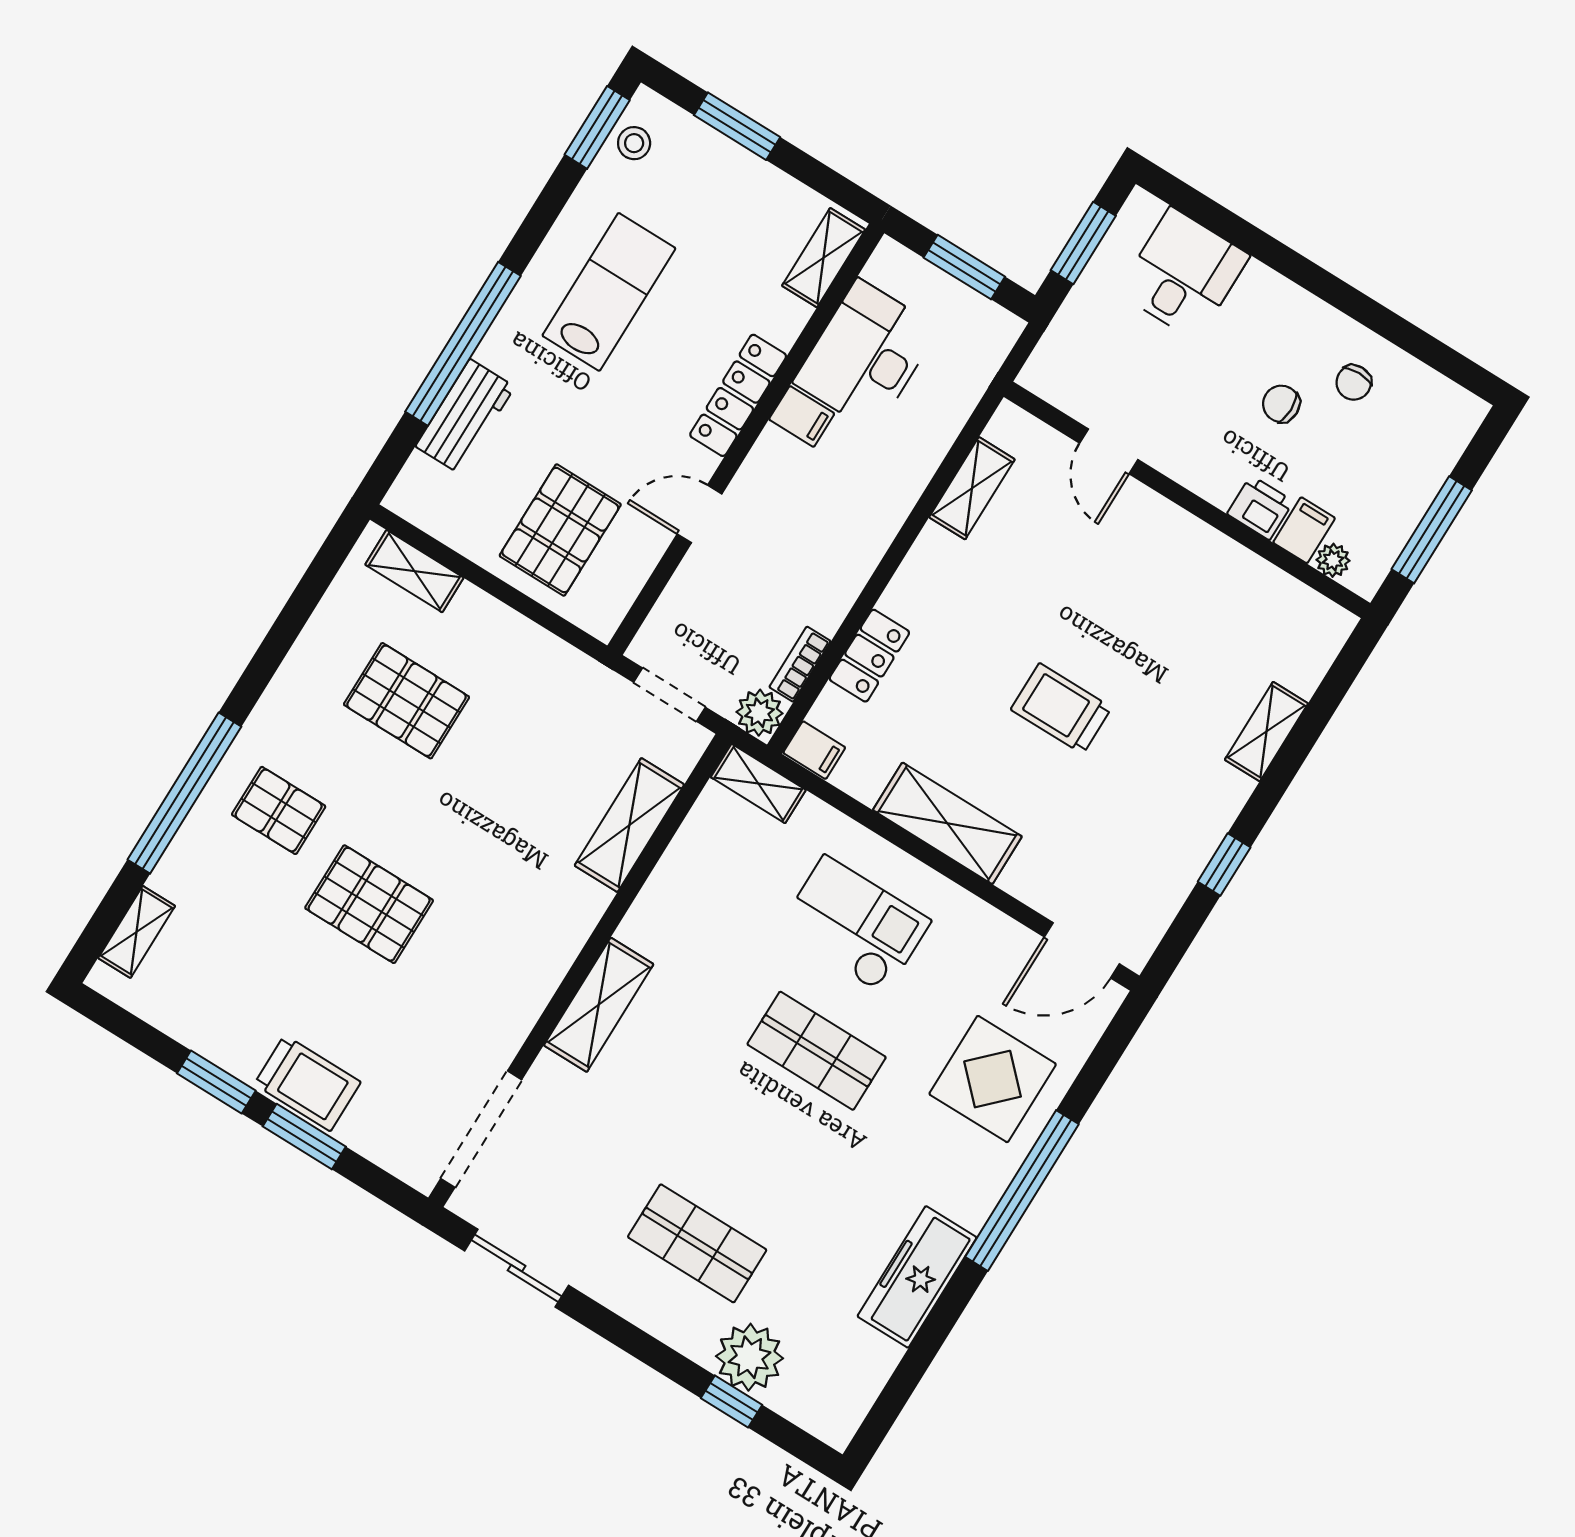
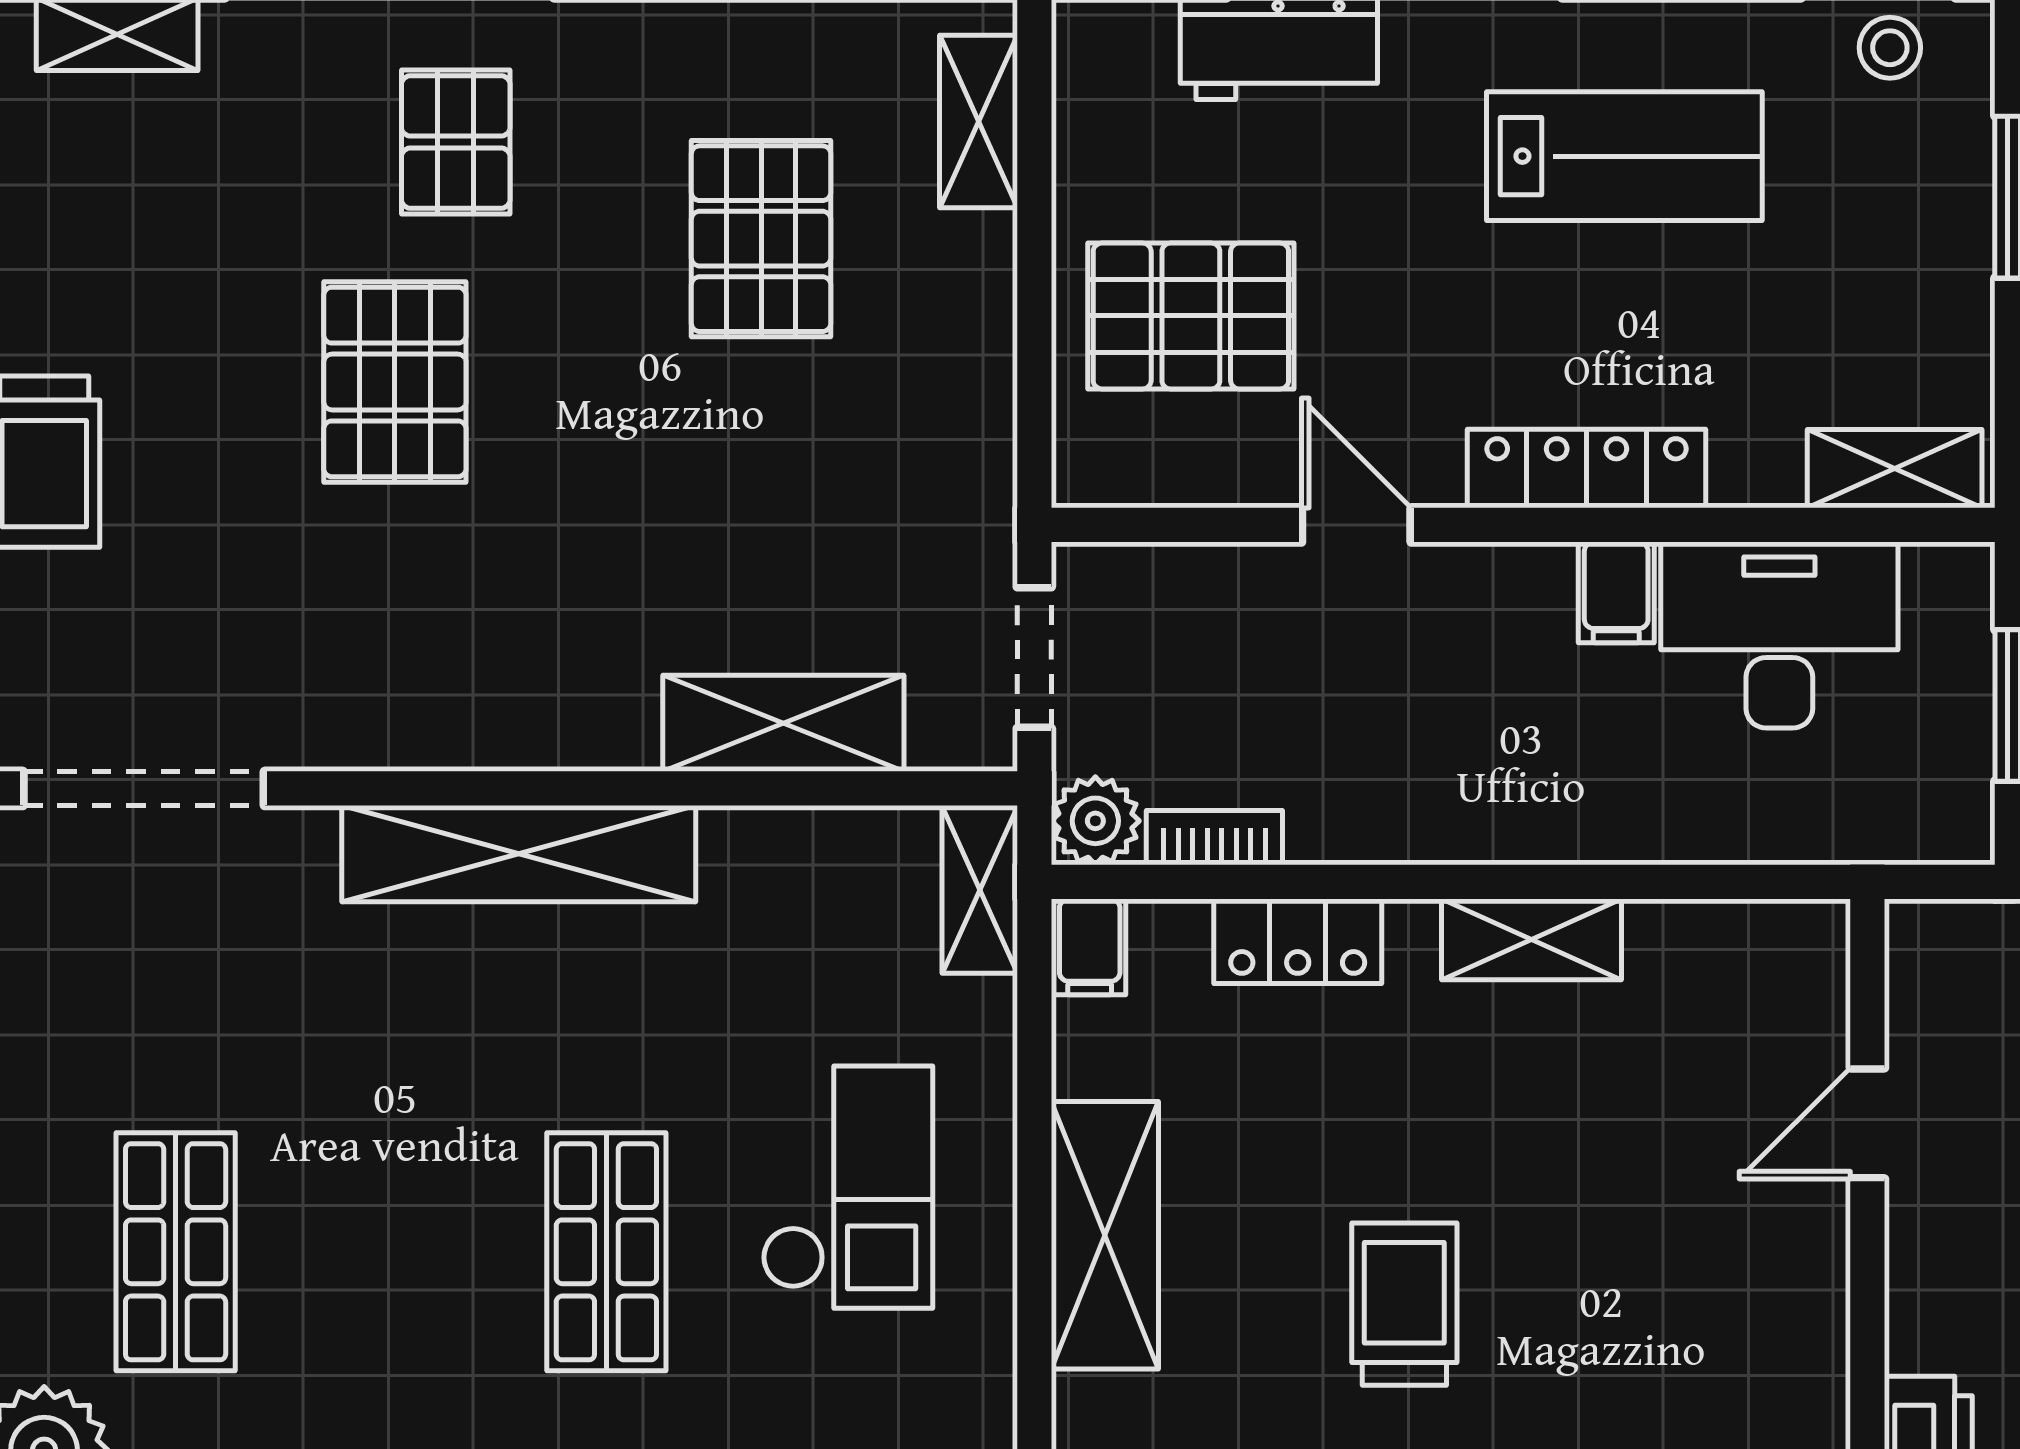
shelving: (972, 488) -> (1532, 939), moved
shelving: (599, 1005) -> (519, 854), width x1.47

